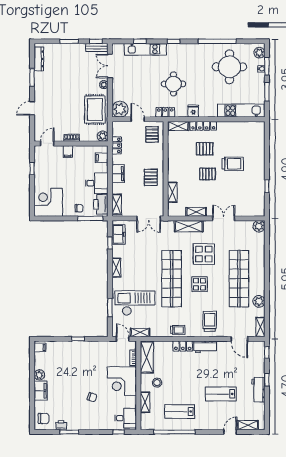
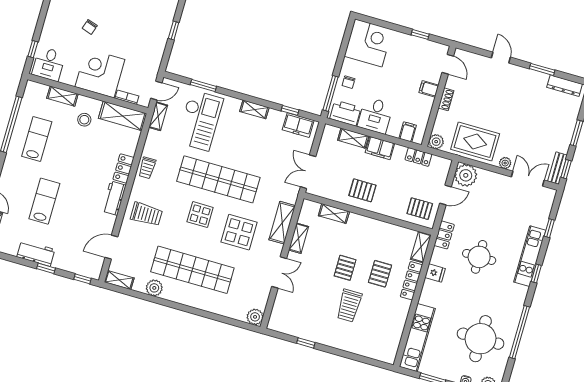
kitchen unit: (145, 49) -> (530, 256), moved
shelving: (117, 204) -> (353, 138), moved

